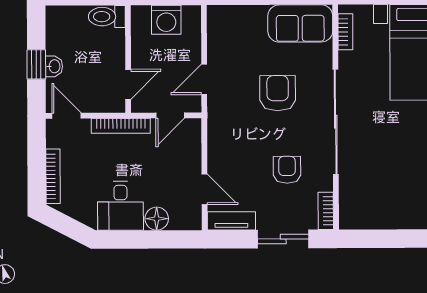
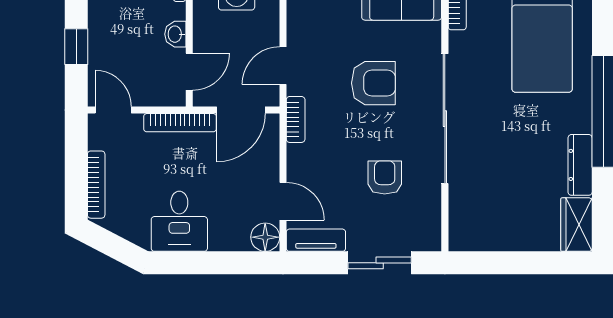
washbasin: (54, 66) -> (175, 34), moved, turned 180
armchair: (278, 93) -> (373, 83), turned 90
door: (170, 115) -> (241, 110), width x1.38
bookcase: (326, 211) -> (296, 119), moved, turned 180
floor lamp: (157, 219) -> (265, 237), moved

